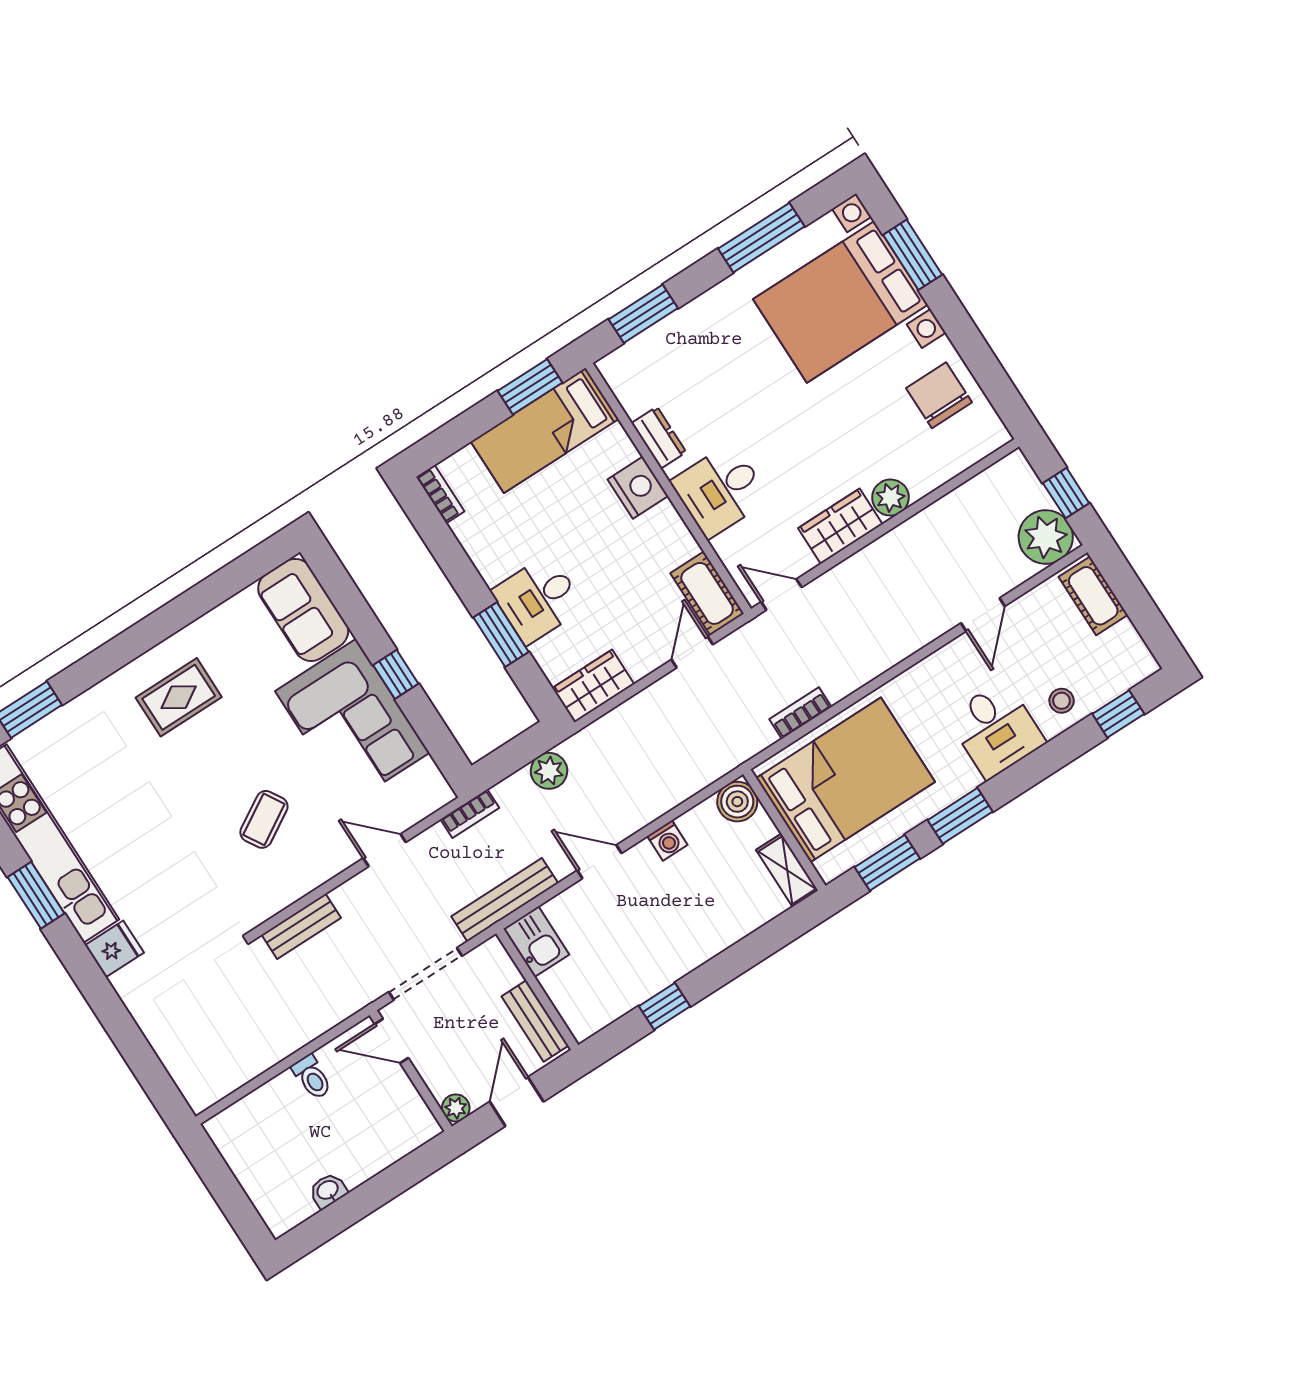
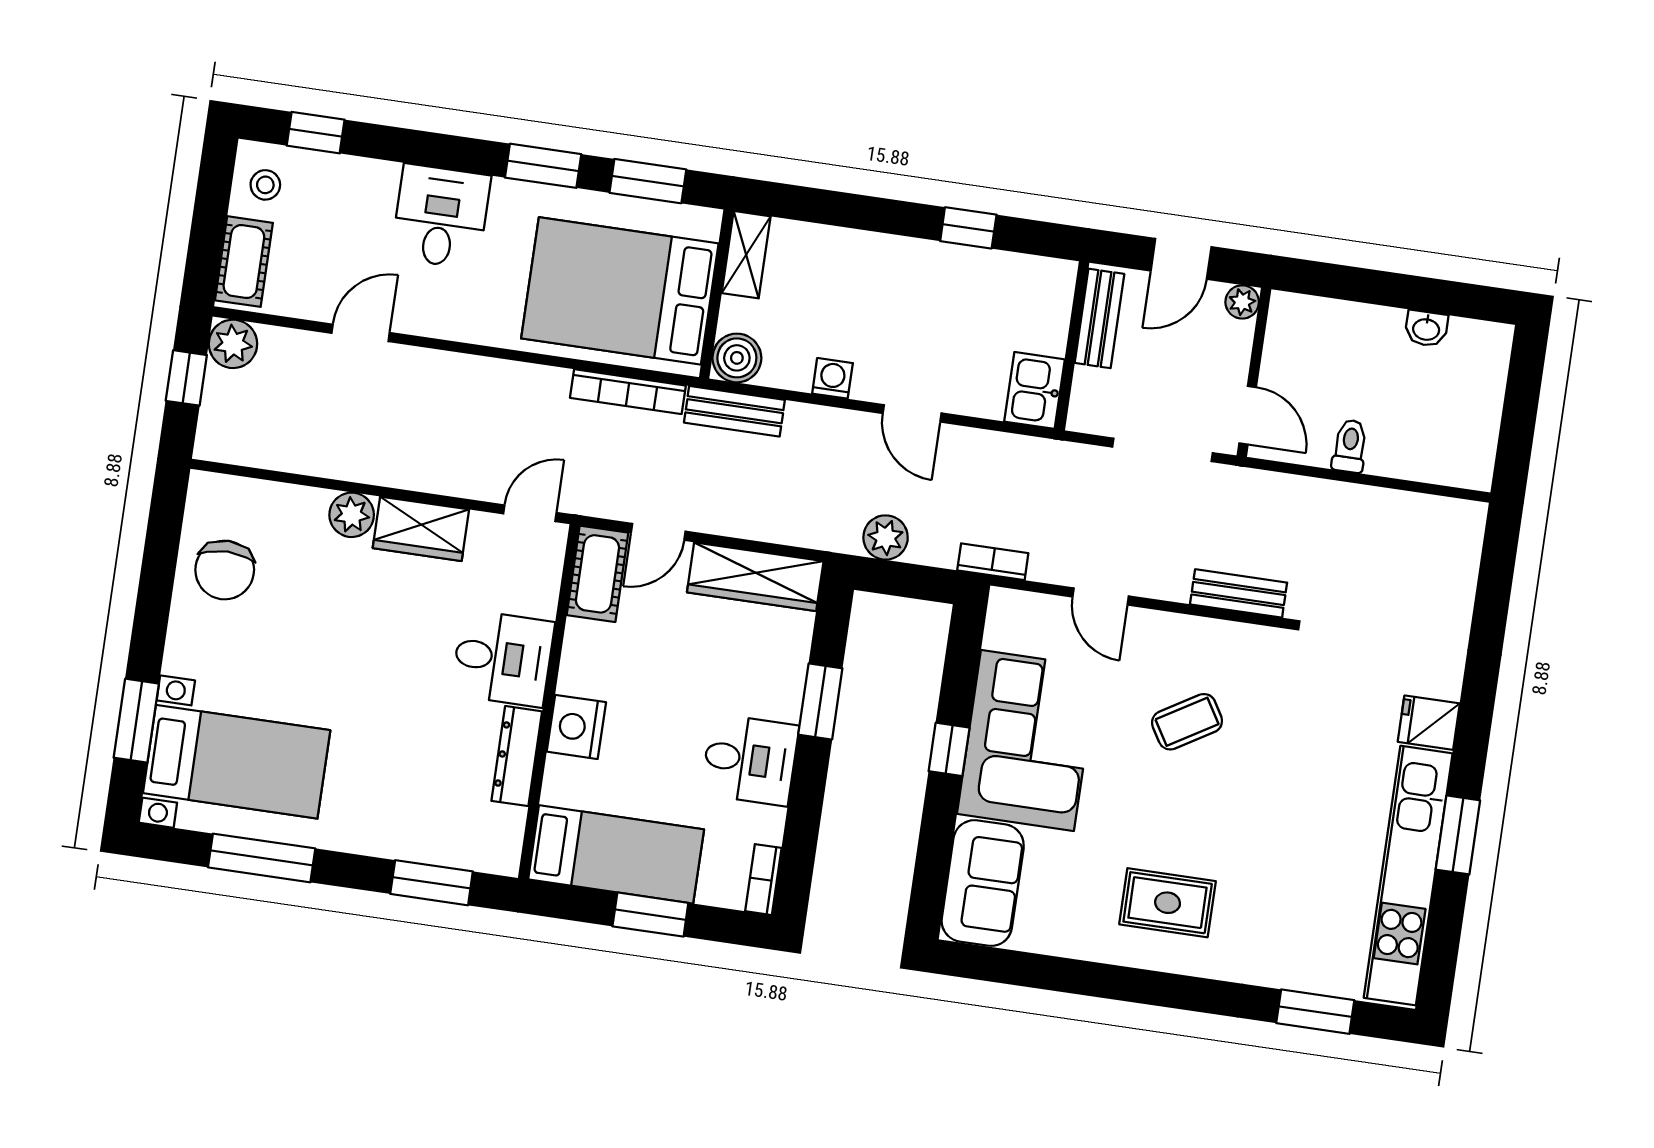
bed with nightstands: (840, 302) -> (237, 762), width x0.73
window: (530, 387) -> (650, 915), moved
dresser: (659, 438) -> (517, 756), width x1.44
plant: (1046, 537) -> (233, 344), width x0.73, depth x0.73
door: (781, 594) -> (530, 513), swing flipped
desk: (538, 599) -> (750, 760), moved
wardrobe: (593, 686) -> (755, 577), width x1.50
stool: (1062, 701) -> (265, 185), moved
bookcase: (800, 713) -> (628, 392), width x1.56
bench: (505, 900) -> (734, 411), moved, width x0.73

